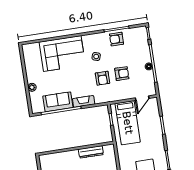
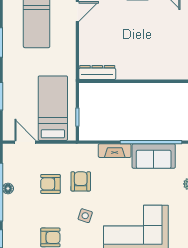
door: (142, 98) -> (25, 142), hinge flipped
dresser: (91, 152) -> (97, 73), moved

